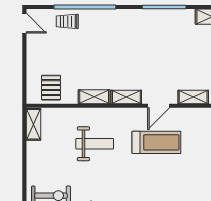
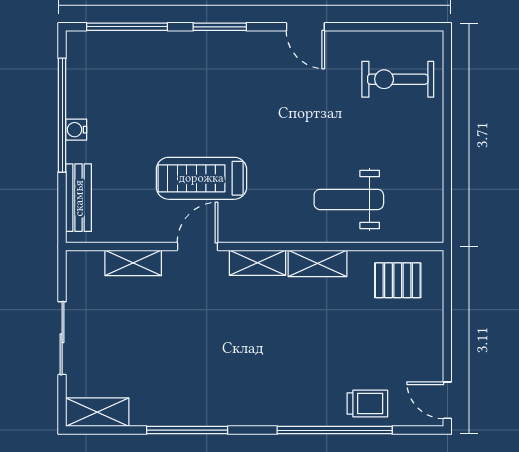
pallet: (51, 88) -> (398, 280), turned 90
shelving: (33, 124) -> (430, 212), removed
weight bench: (95, 144) -> (349, 199), moved

